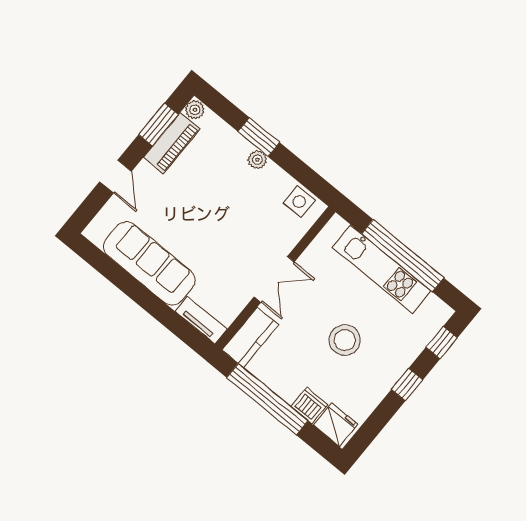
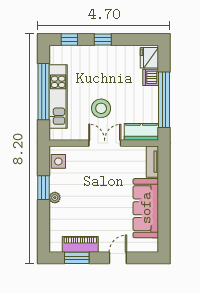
plant: (195, 110) -> (56, 247), removed
window: (259, 137) -> (44, 188), moved
stool: (345, 340) -> (101, 108), moved

